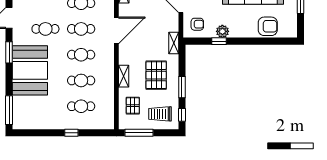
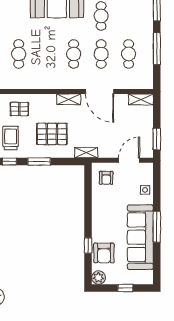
plant: (222, 31) -> (99, 278), moved
window: (219, 41) -> (88, 245), moved
shelving: (124, 76) -> (69, 99), moved
cafe table: (81, 80) -> (46, 54), removed

